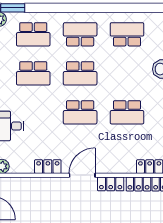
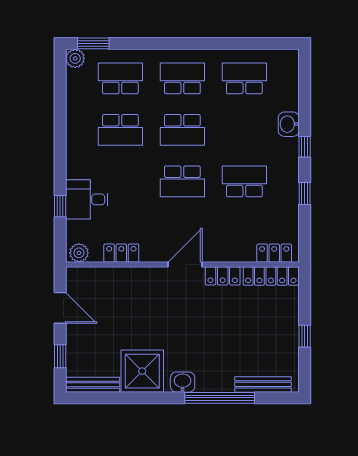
school desk: (33, 34) -> (120, 78), turned 180
school desk: (127, 112) -> (244, 181), turned 180
locker: (48, 167) -> (121, 253), moved

